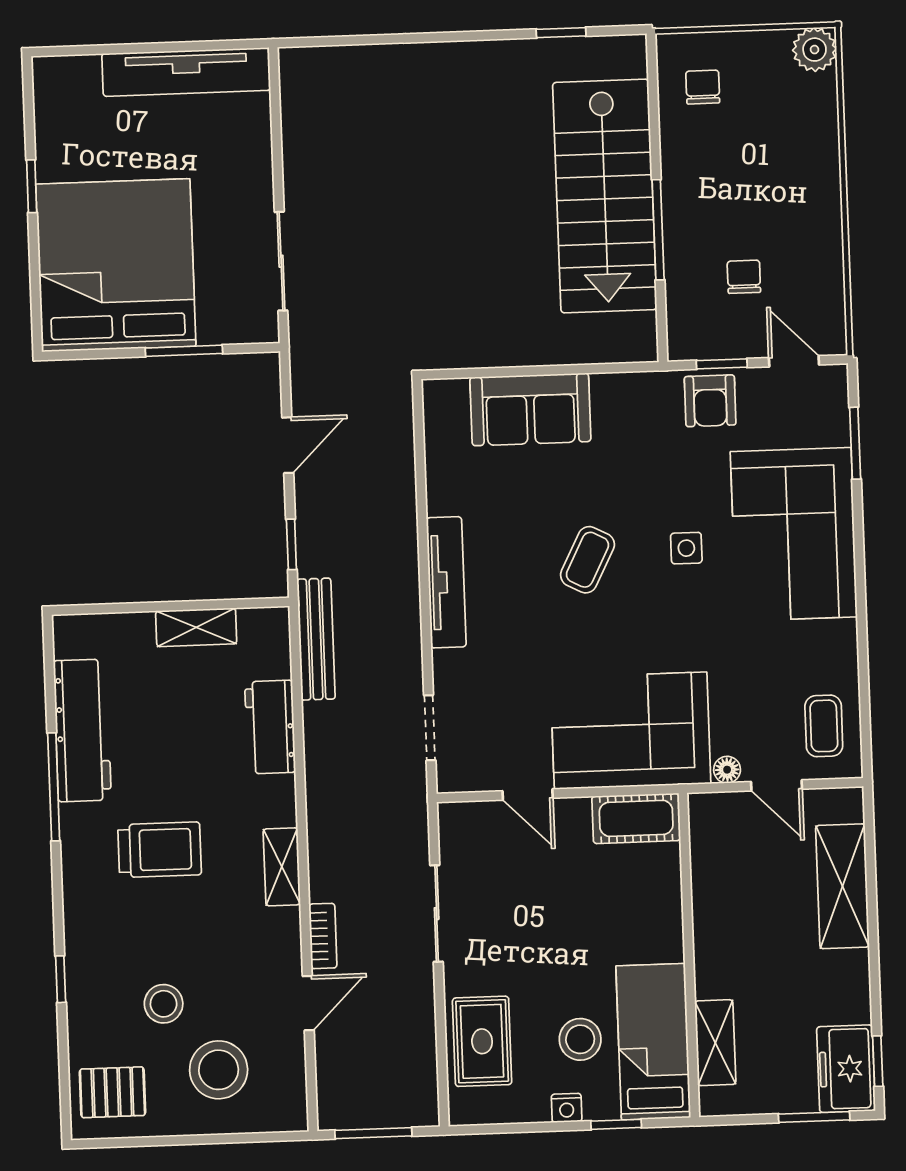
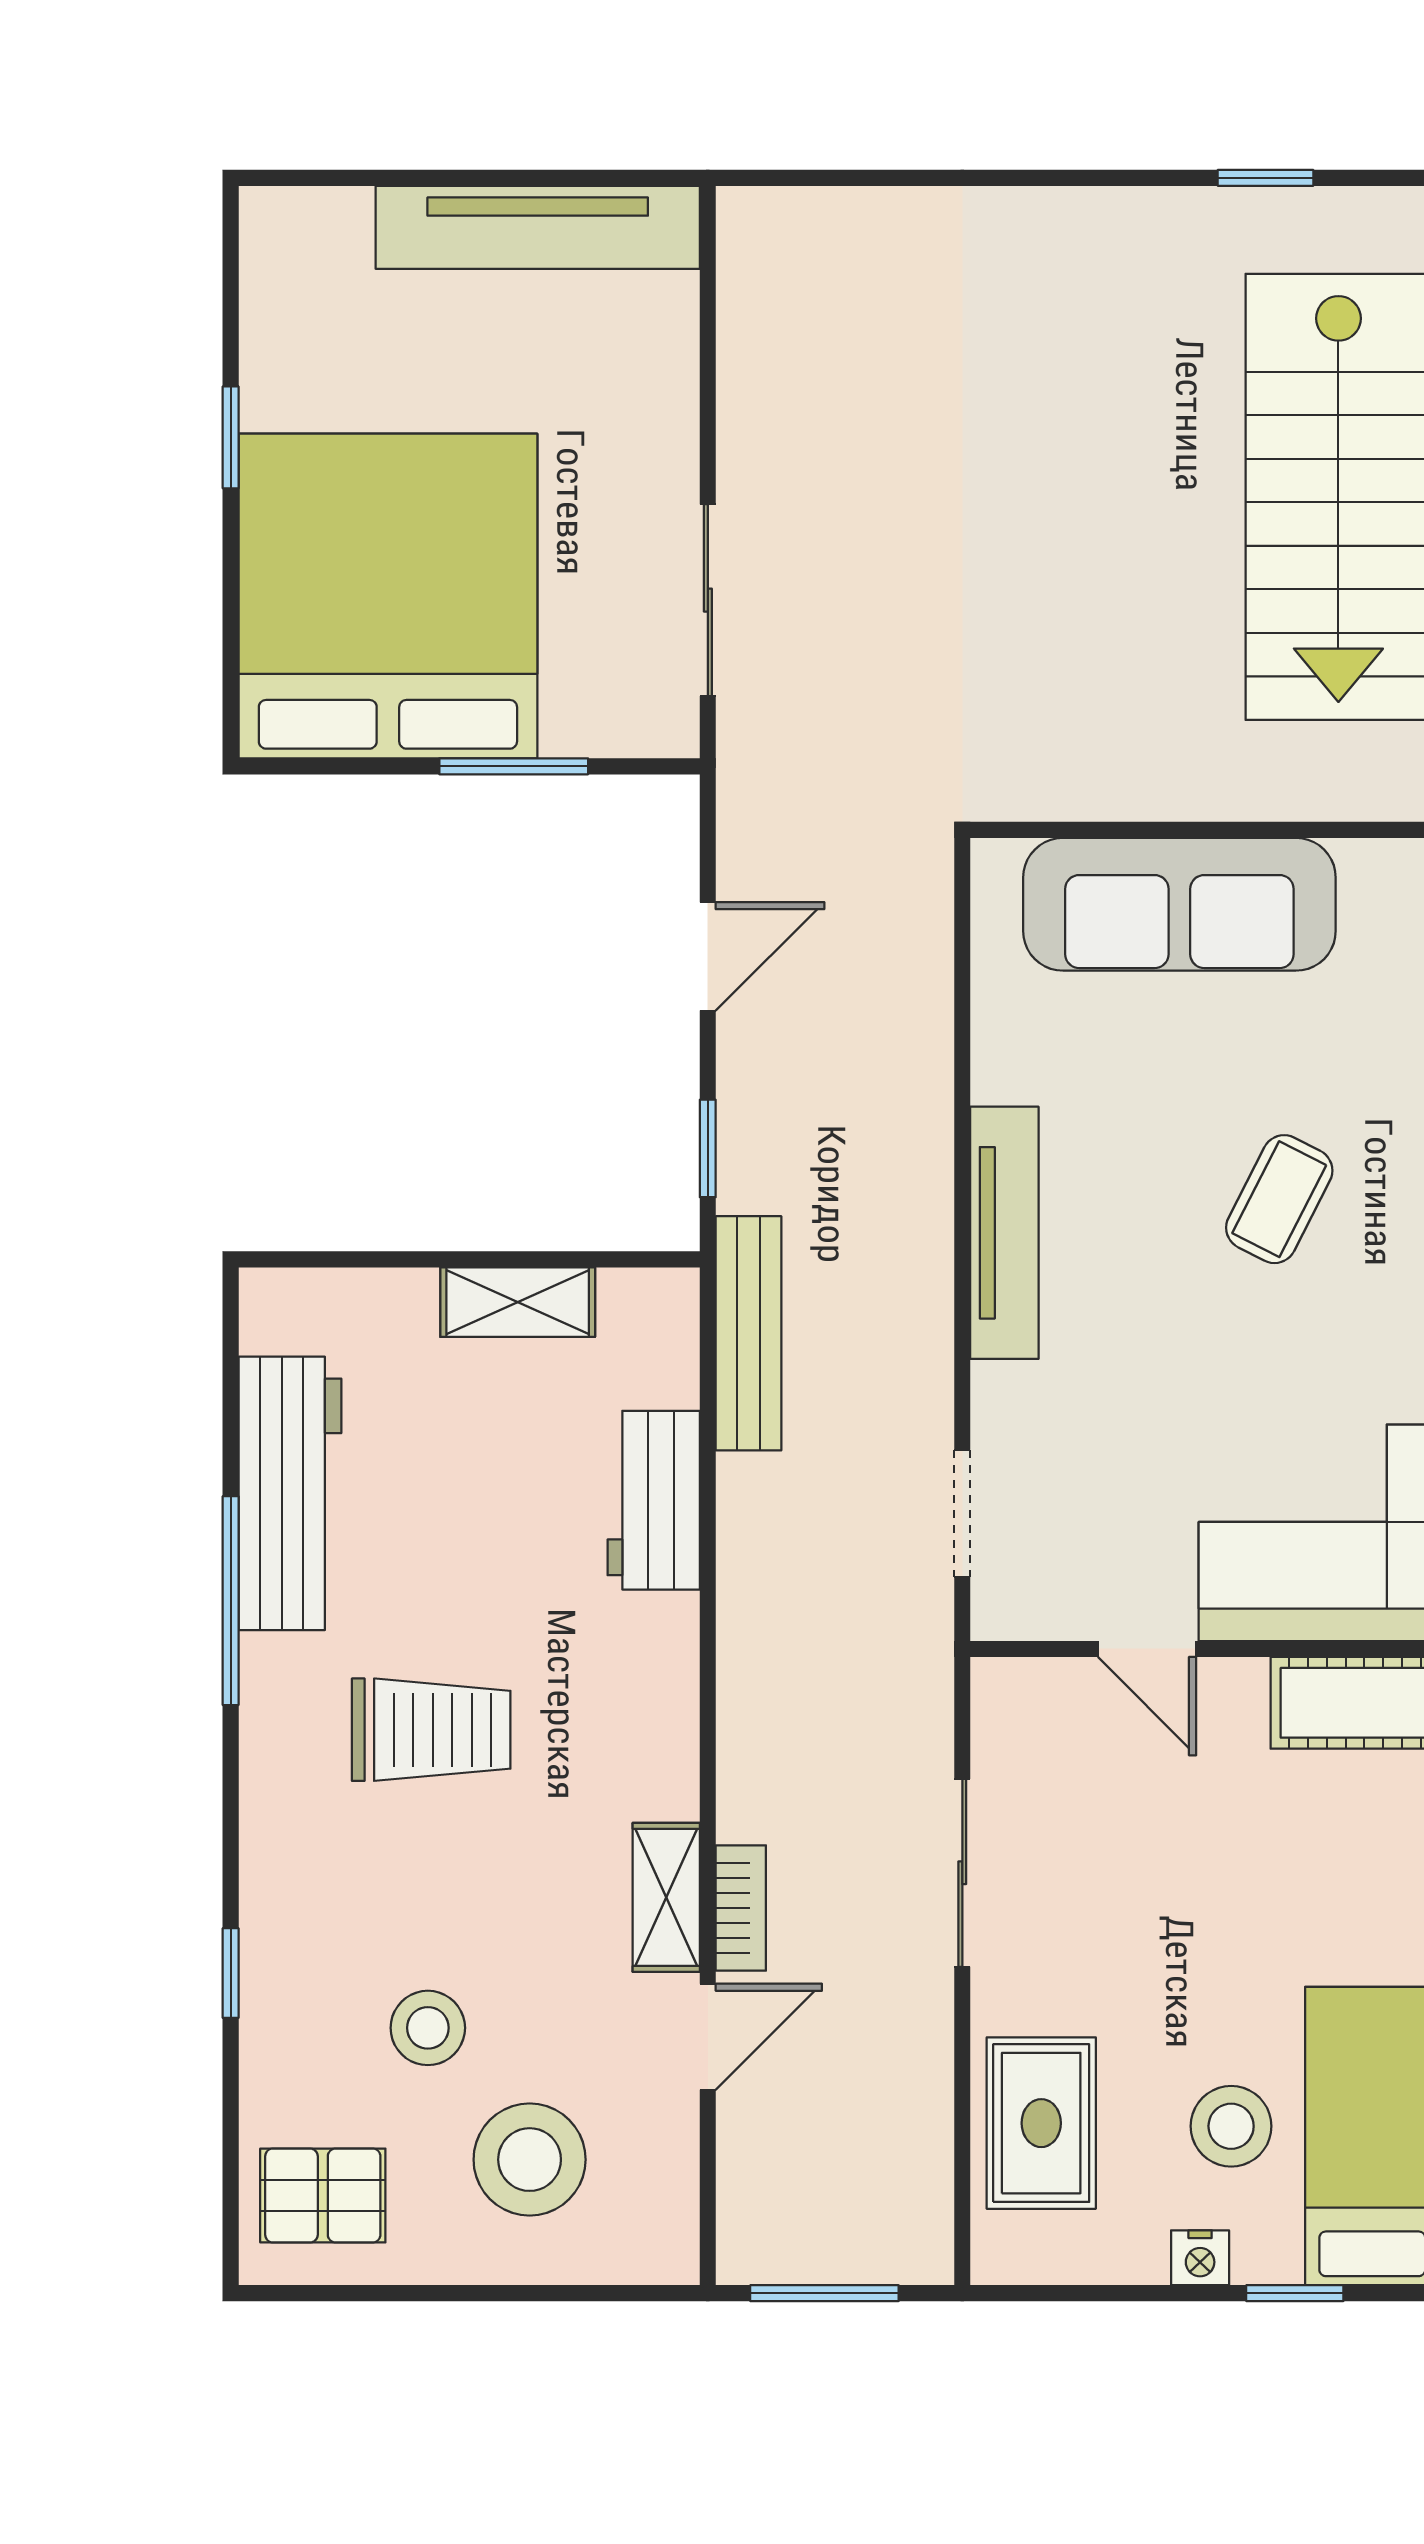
sofa: (530, 409) -> (1179, 904), width x1.36
shelving: (282, 867) -> (666, 1897), moved

